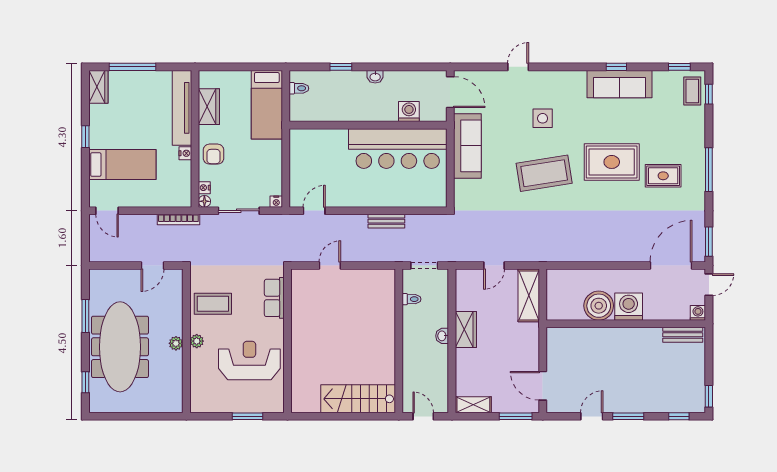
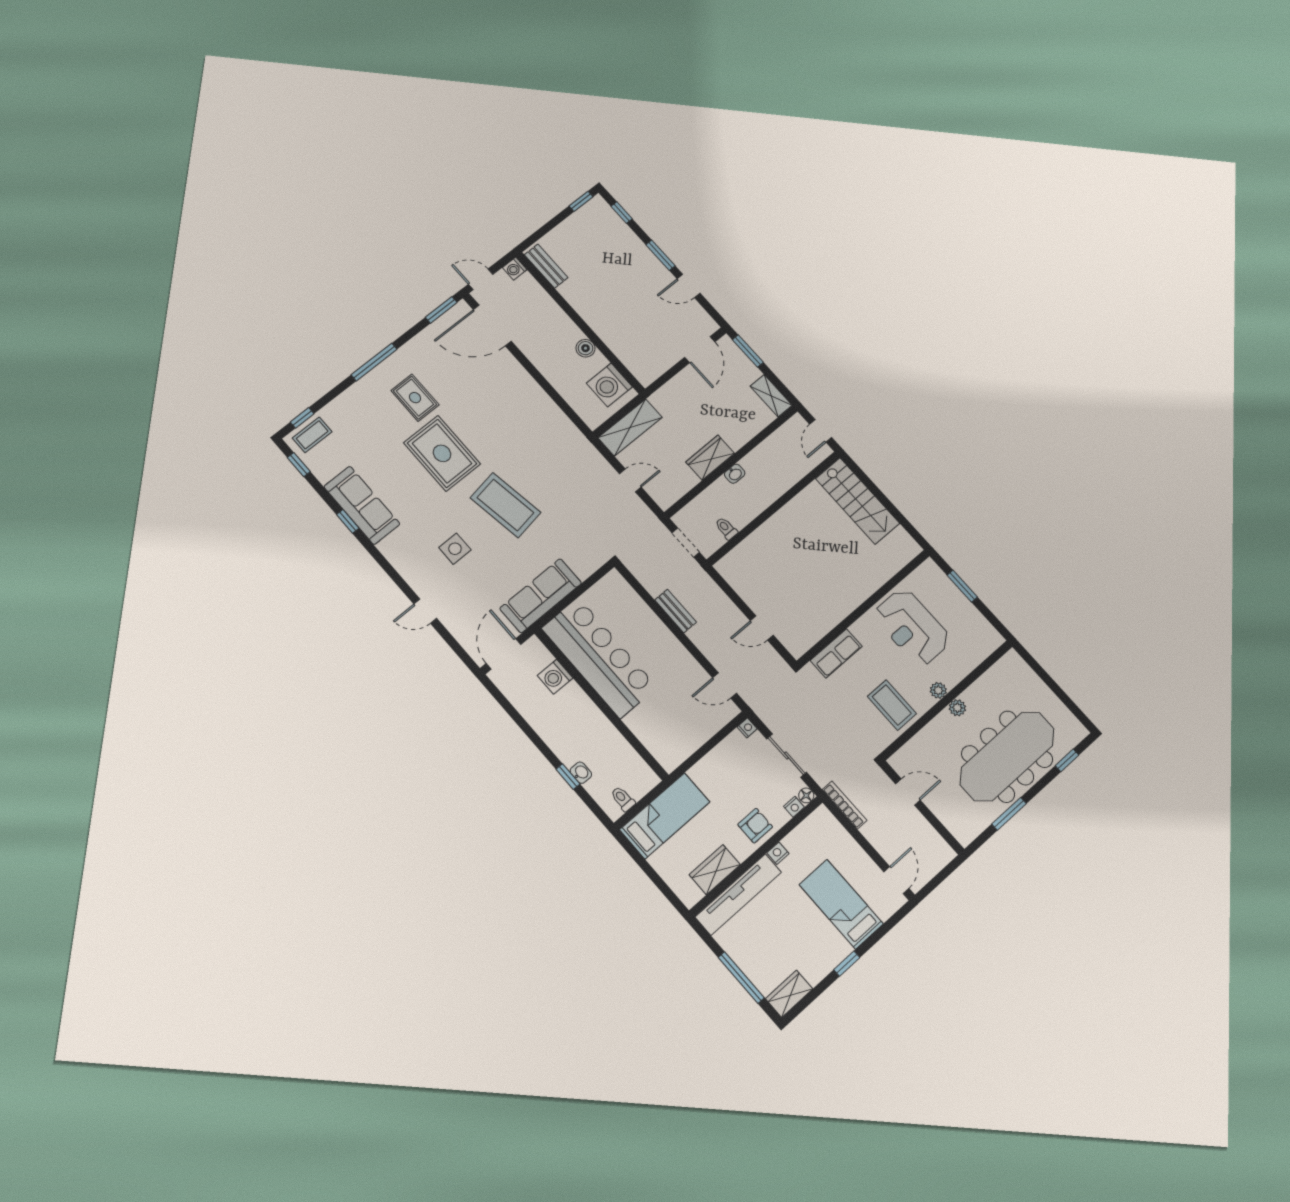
washbasin: (375, 77) -> (581, 773), moved
boiler: (599, 306) -> (585, 348), width x0.54, depth x0.54
washing machine: (629, 307) -> (609, 385), moved

